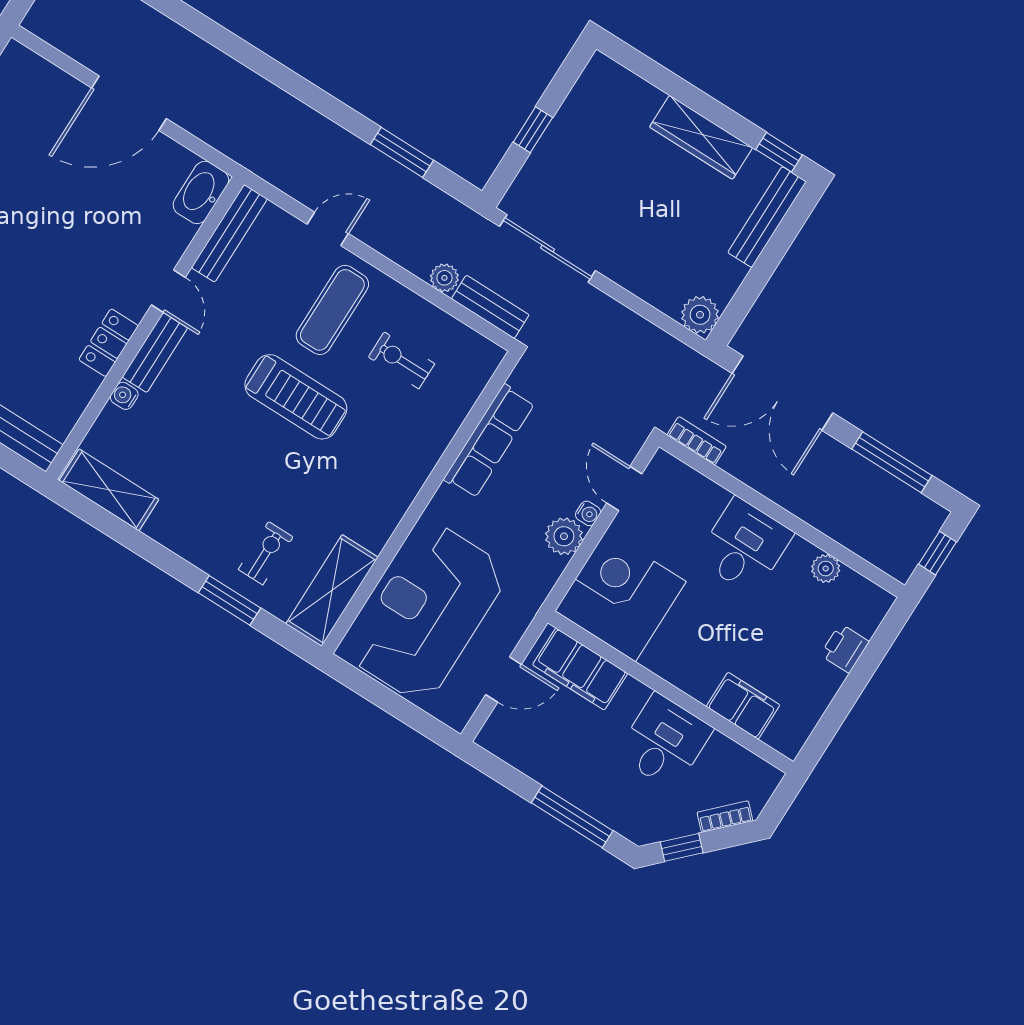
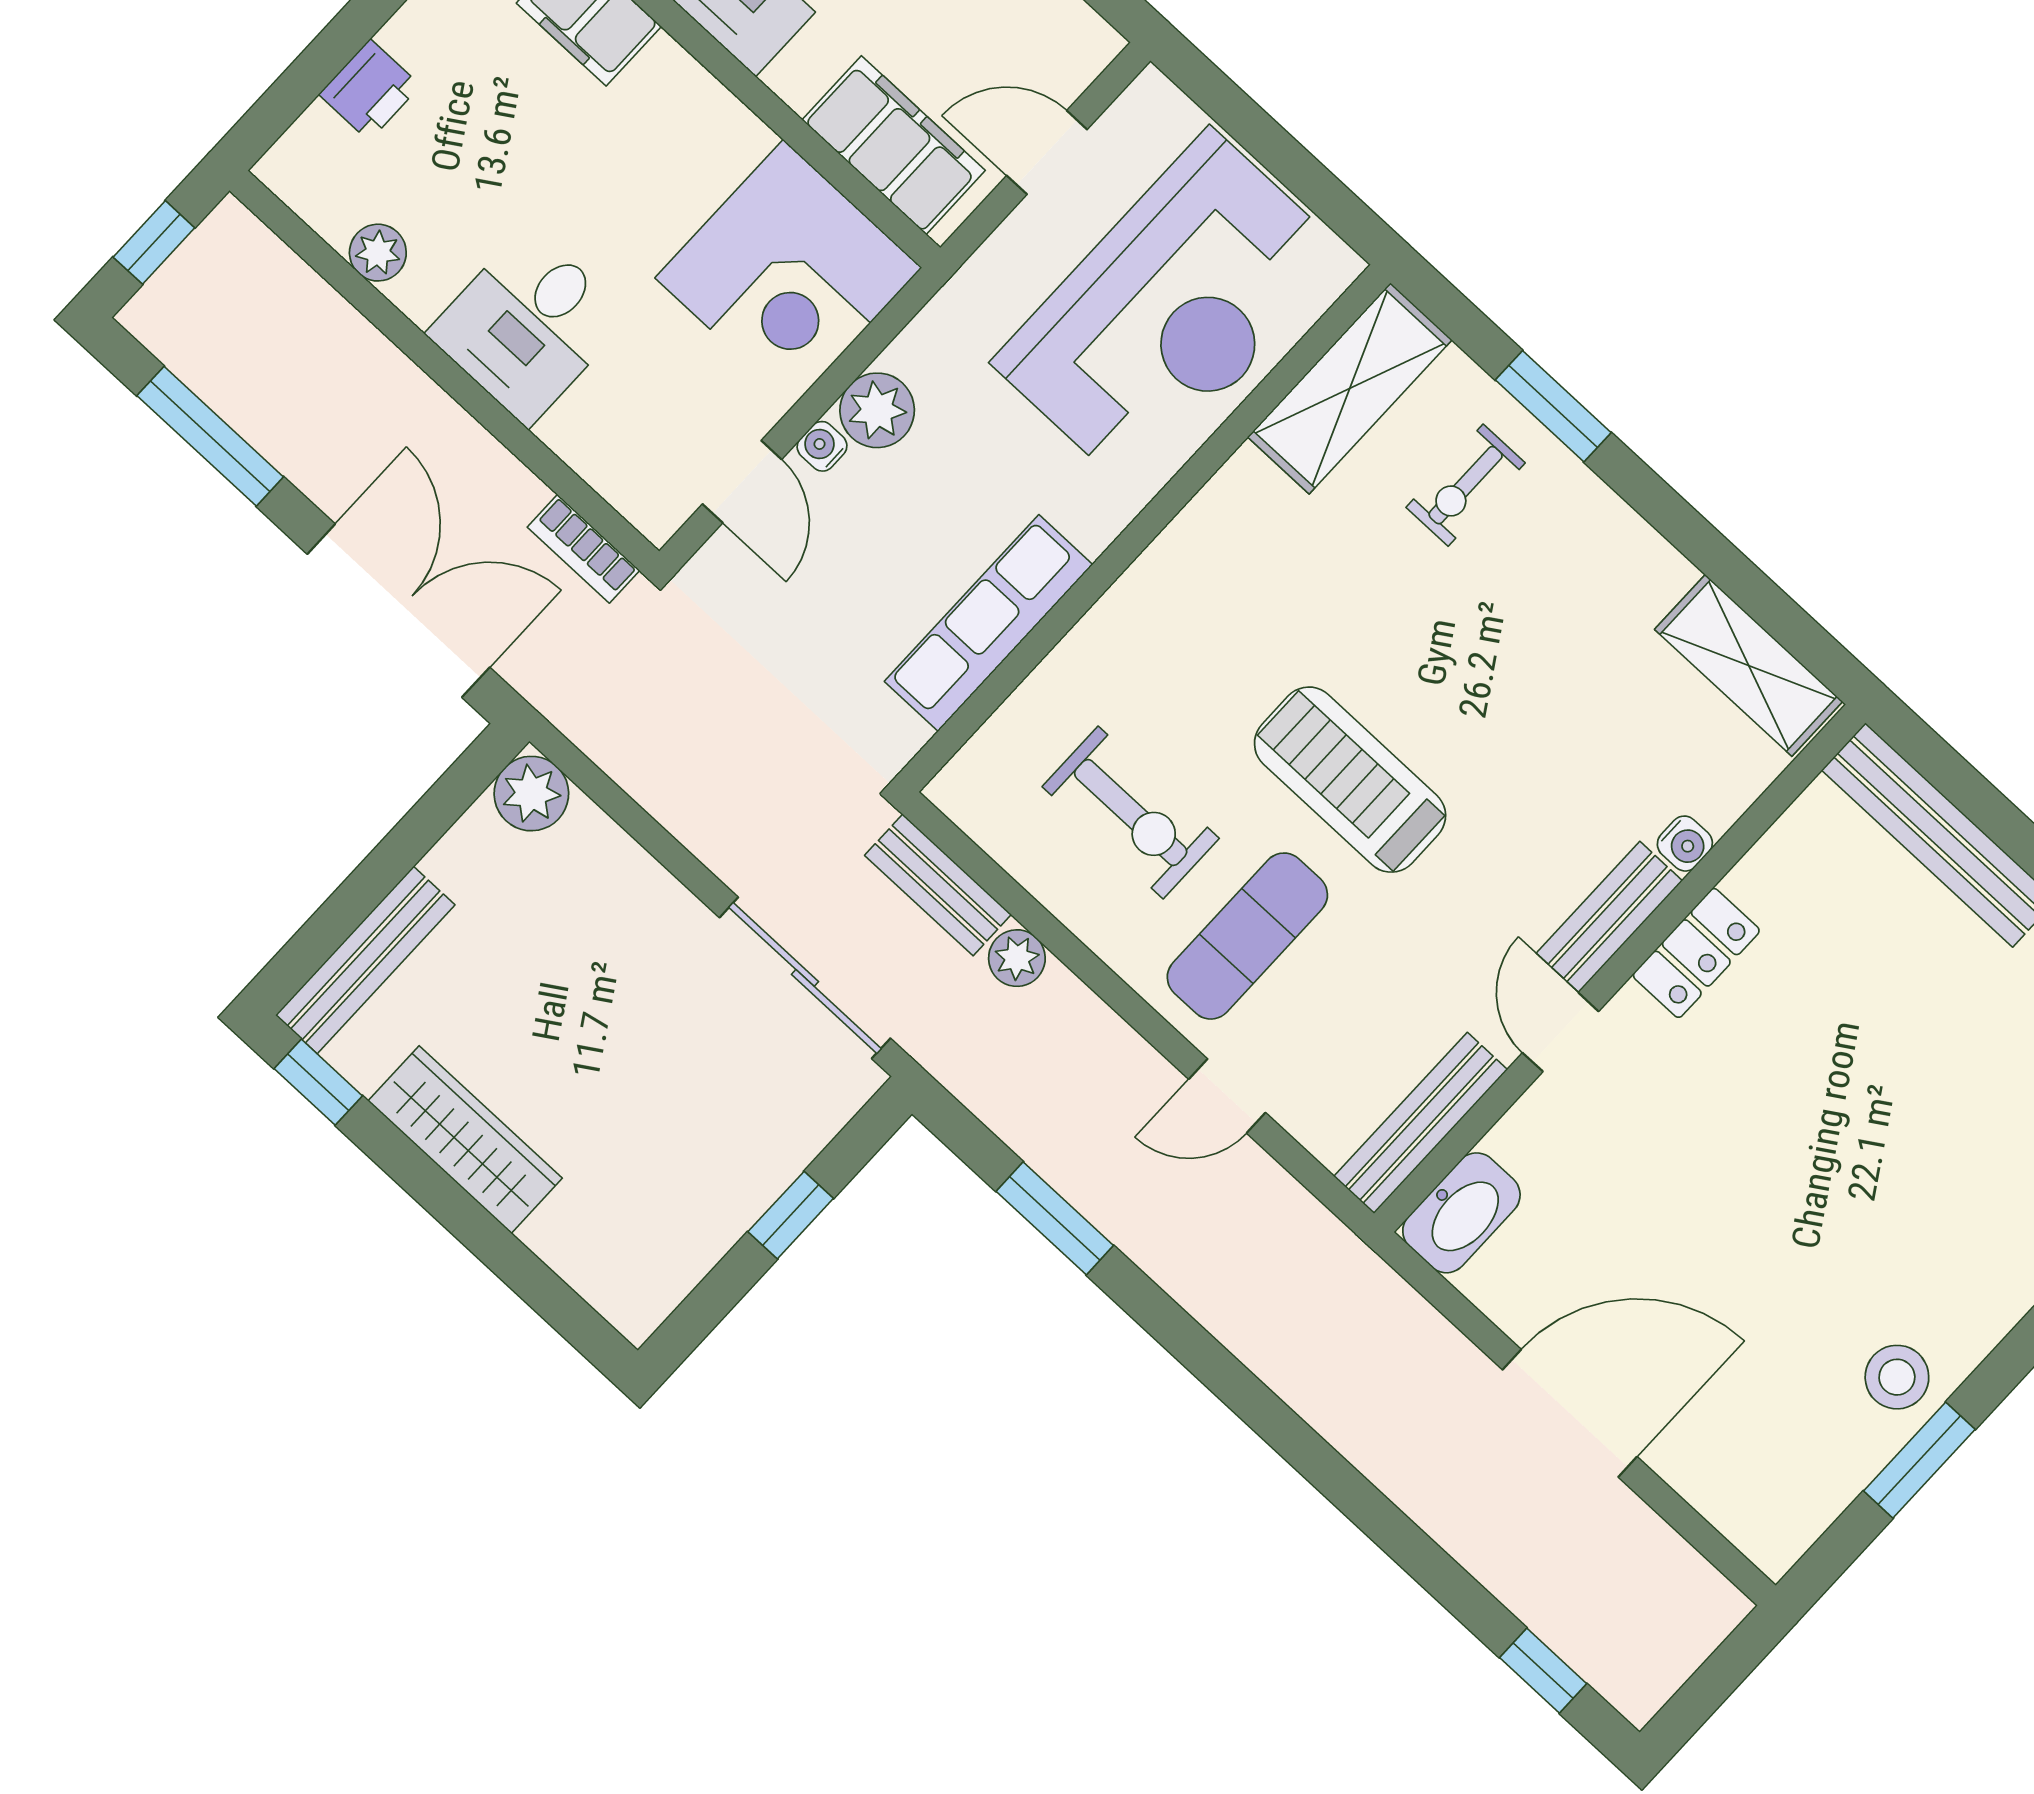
exercise bike: (401, 360) -> (1131, 813), width x1.38, depth x1.39

